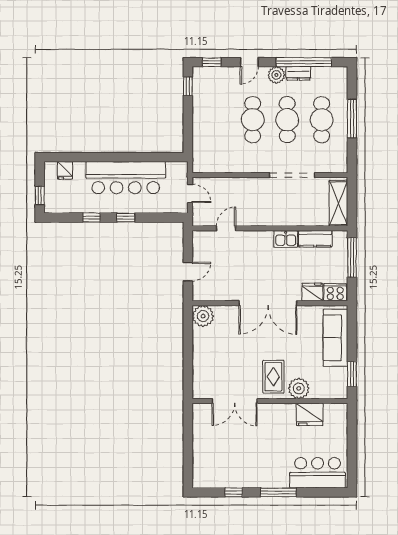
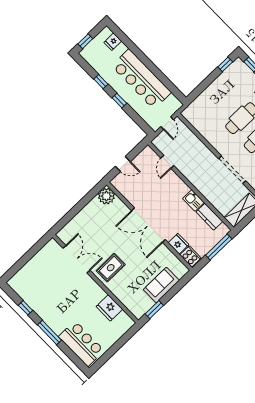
door: (226, 228) -> (167, 162), swing flipped
sofa: (335, 338) -> (161, 285), width x0.73
plant: (299, 388) -> (118, 288), removed
double door: (235, 401) -> (76, 259), swing flipped

